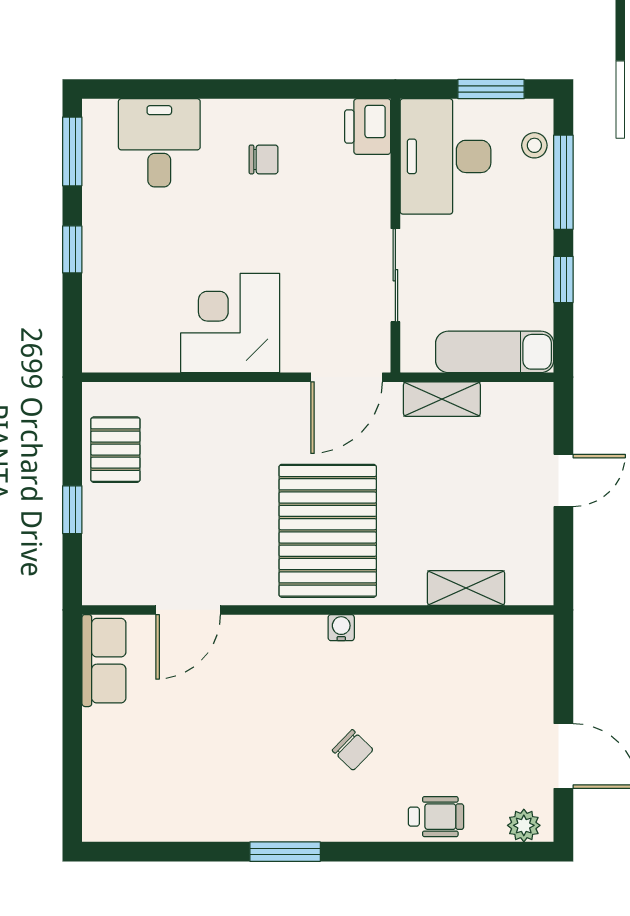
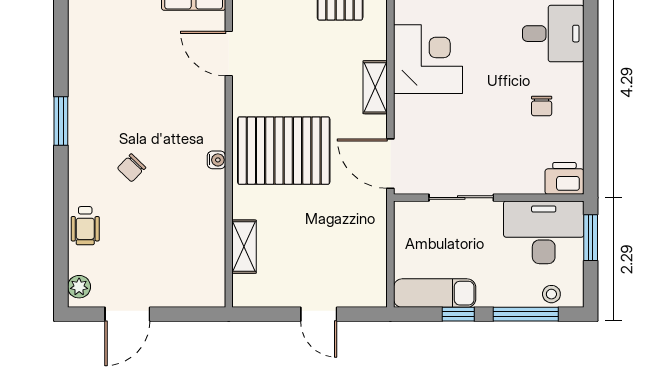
window: (491, 89) -> (591, 238), moved
corner desk: (230, 323) -> (428, 59), moved
exam couch: (495, 352) -> (435, 293), moved, turned -90
shelving: (442, 399) -> (375, 87), moved

